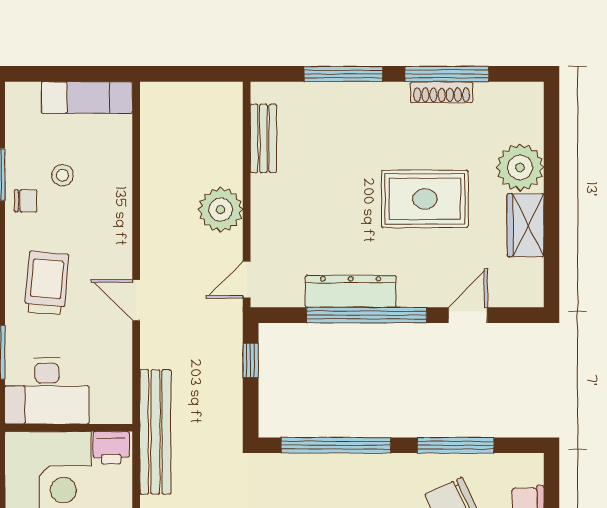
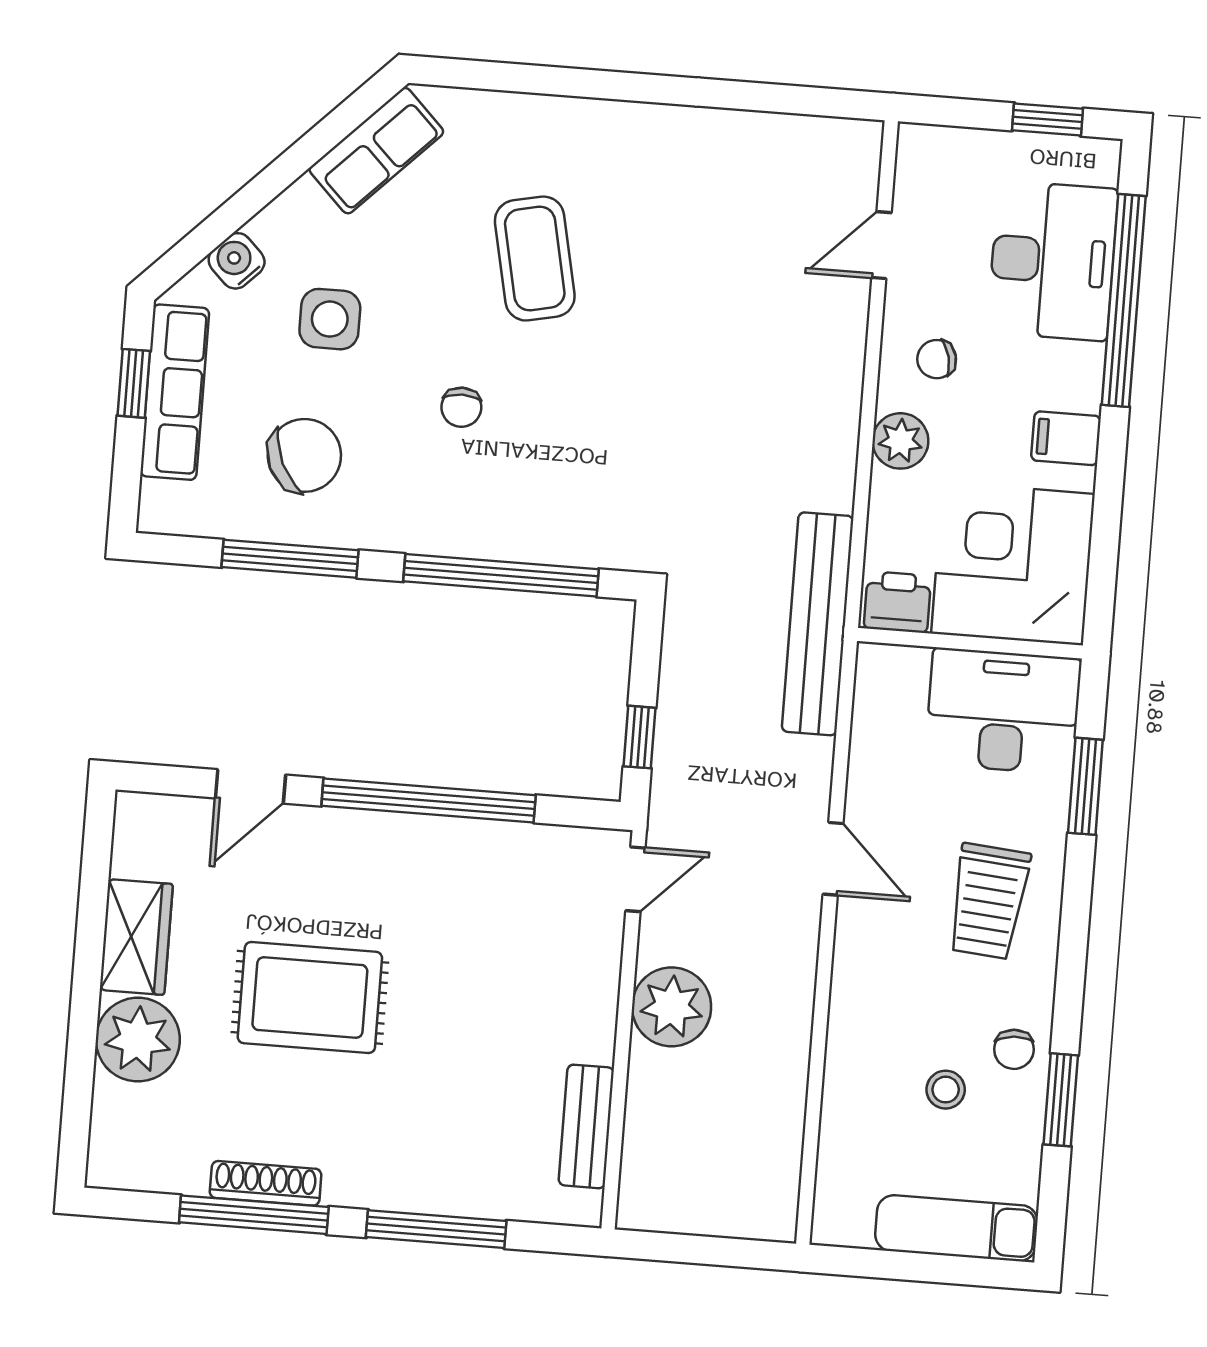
exam couch: (87, 97) -> (956, 1228), moved
chair: (26, 201) -> (1014, 1049), turned -94
dresser: (351, 291) -> (454, 845), removed

